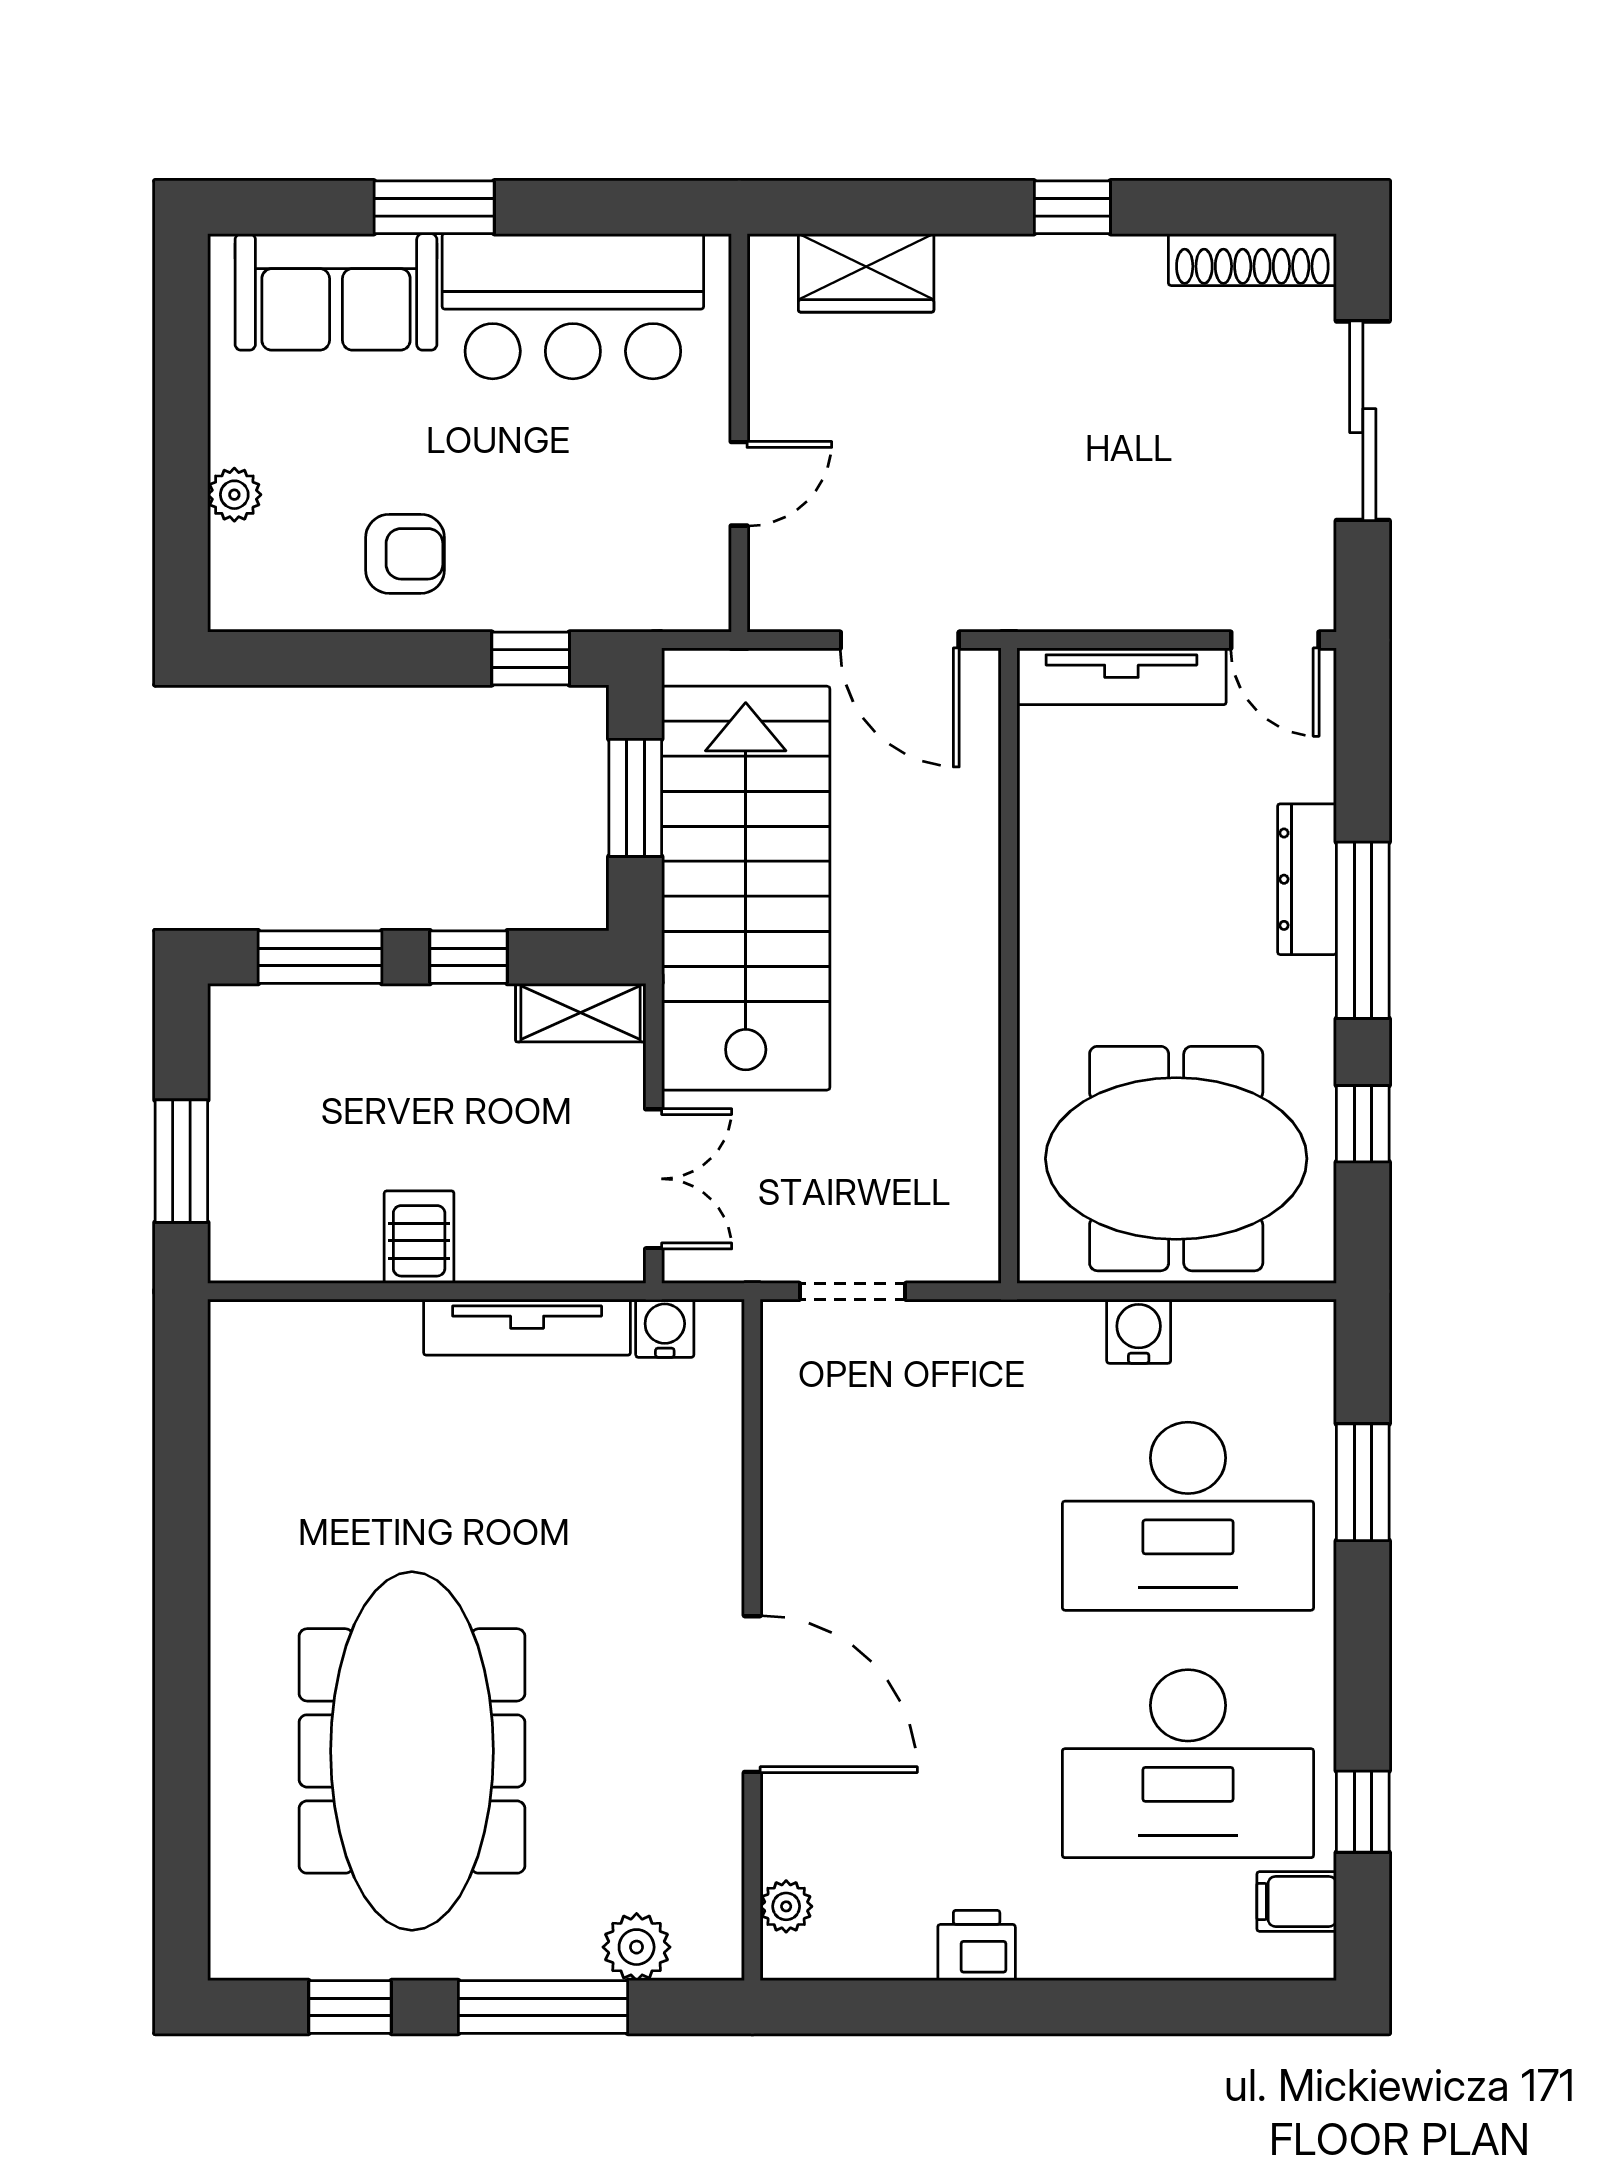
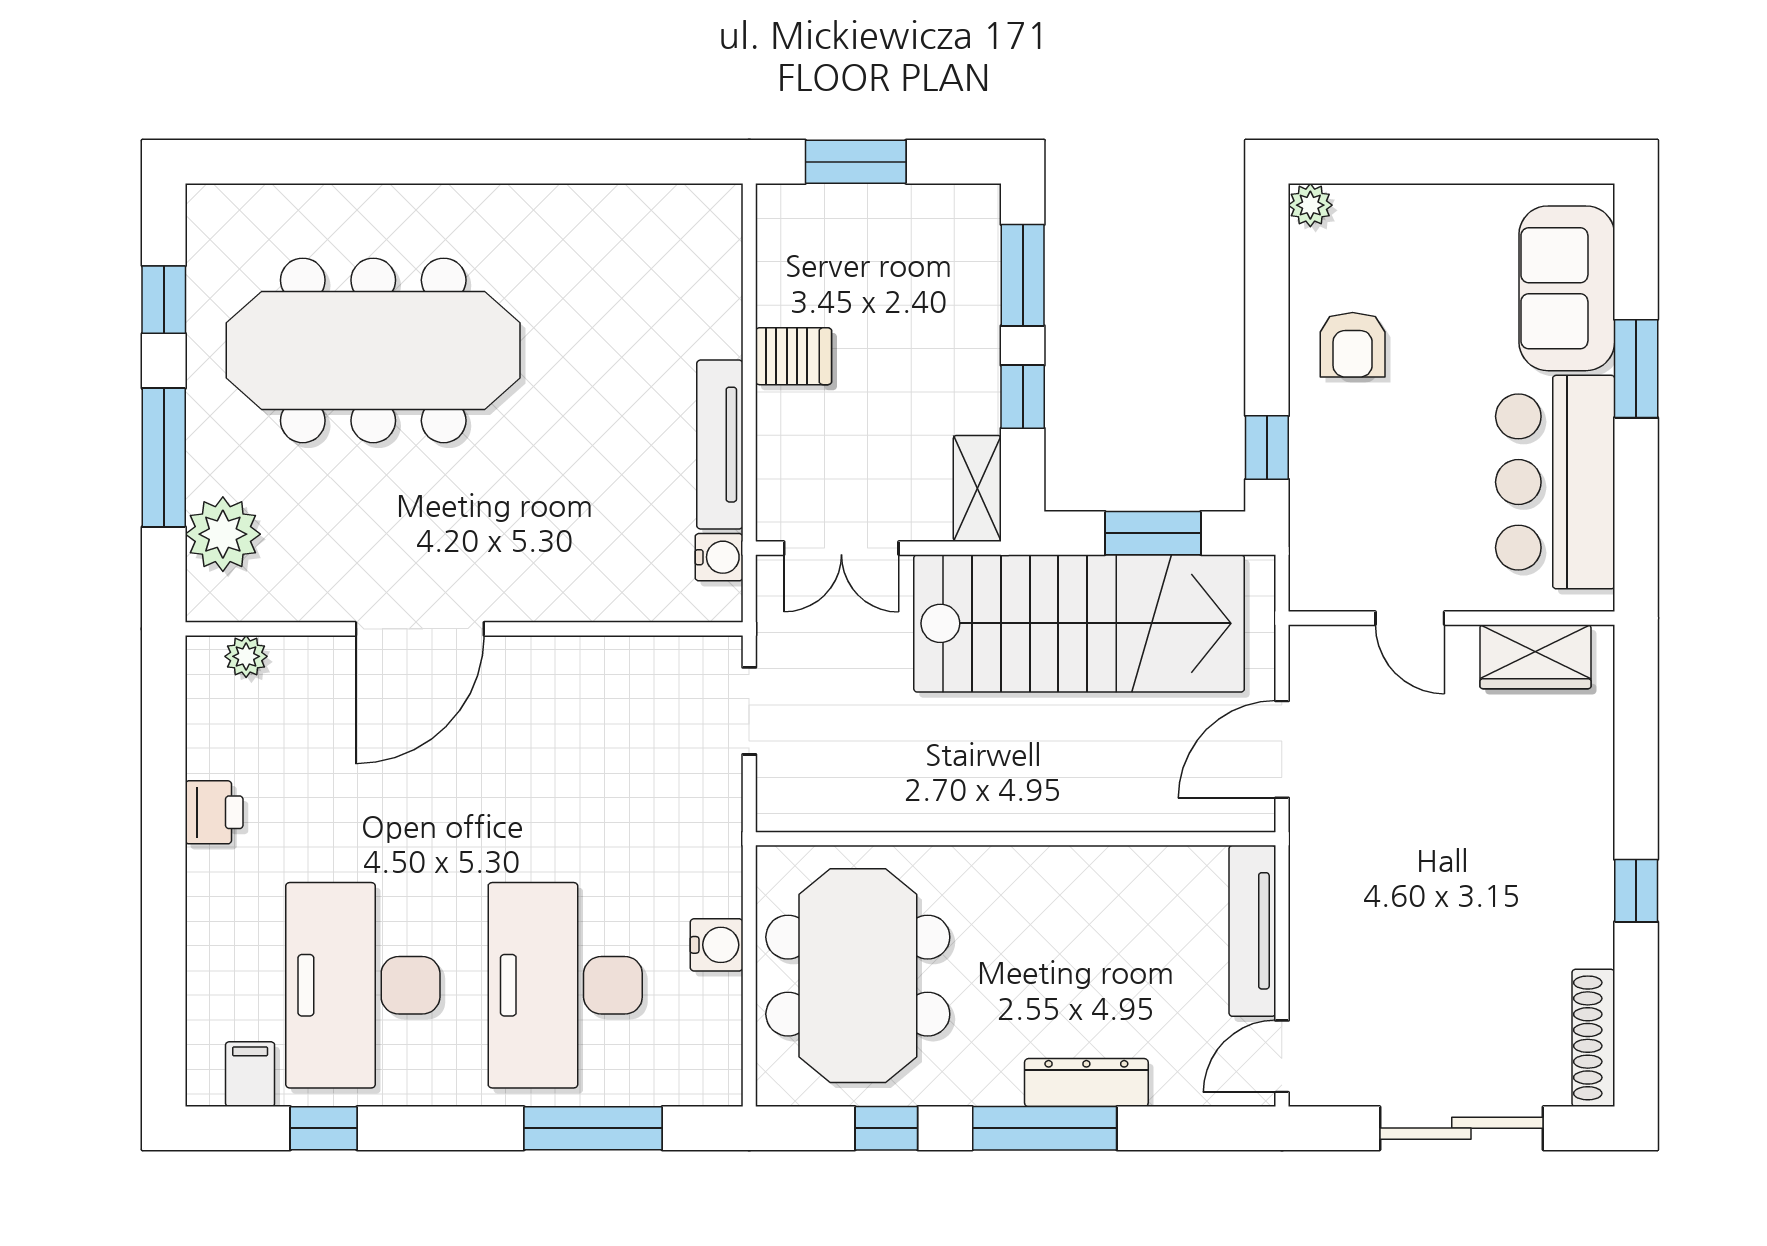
wardrobe: (866, 273) -> (1535, 657), moved, turned -90
plant: (234, 495) -> (1310, 205), moved
window: (1363, 1482) -> (593, 1128), width x1.44
plant: (637, 1947) -> (223, 534), width x1.36, depth x1.36

